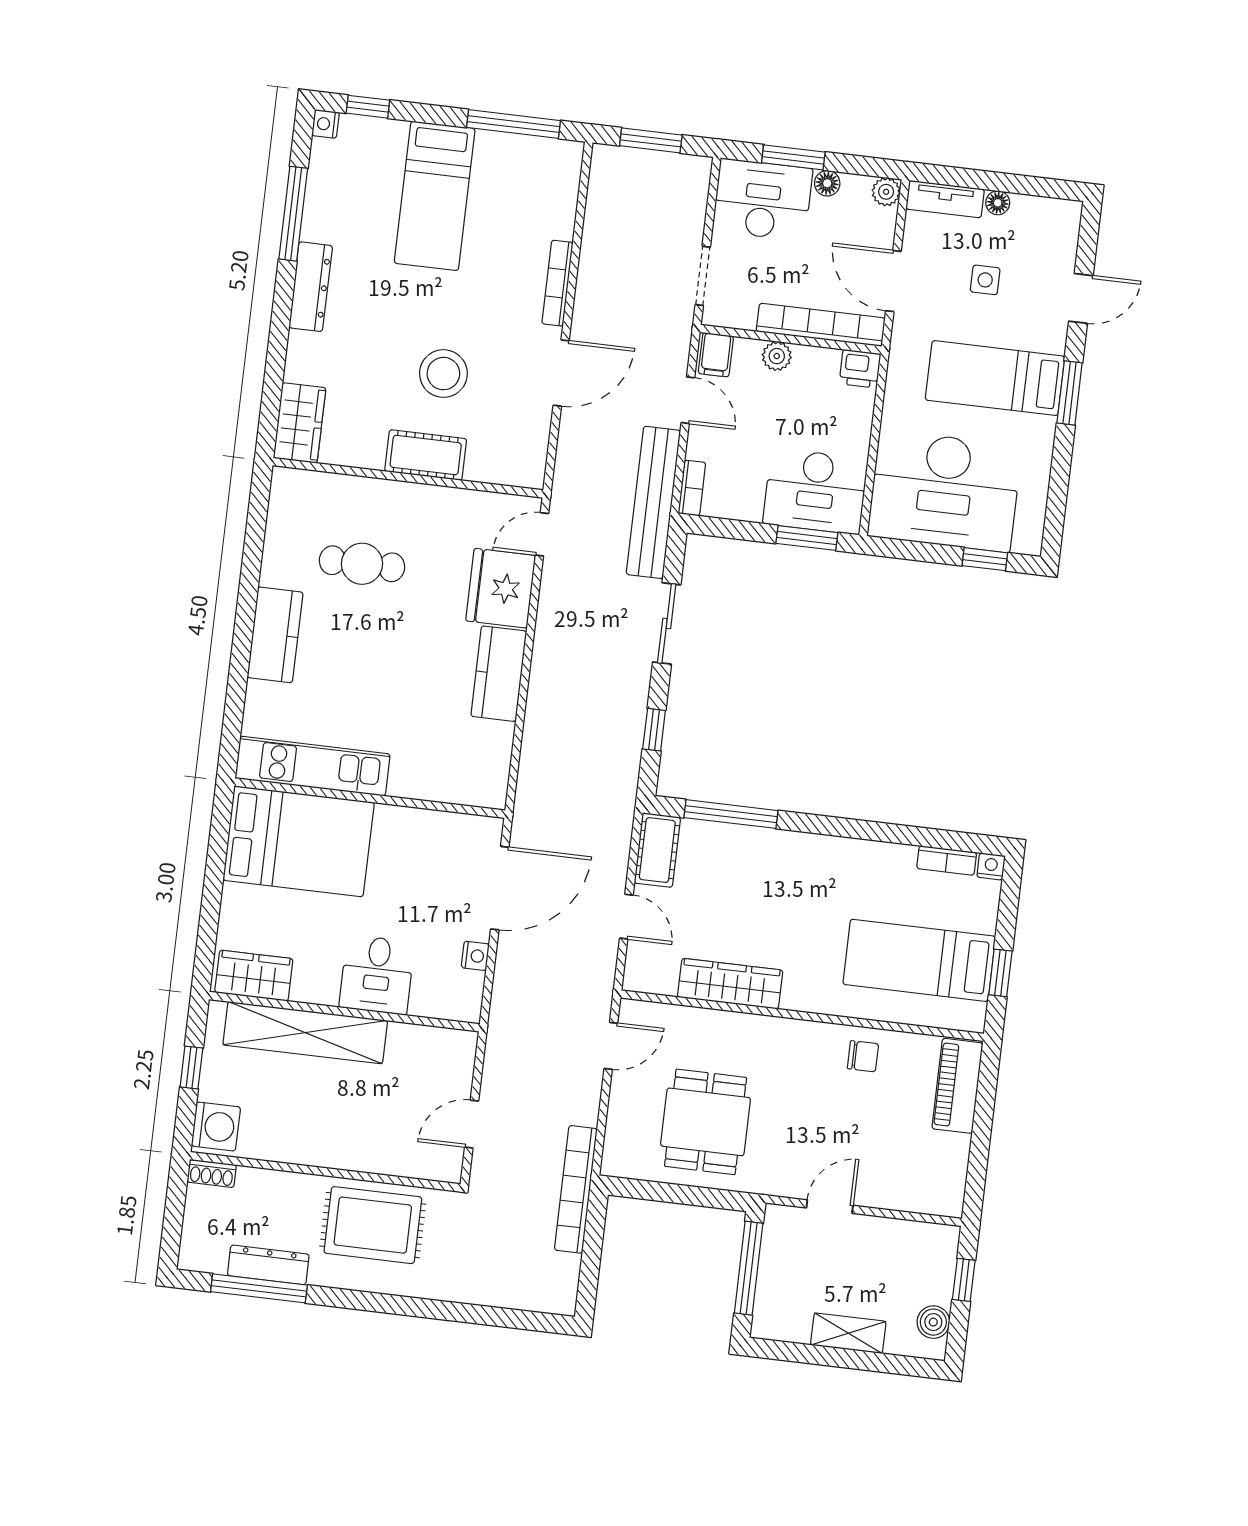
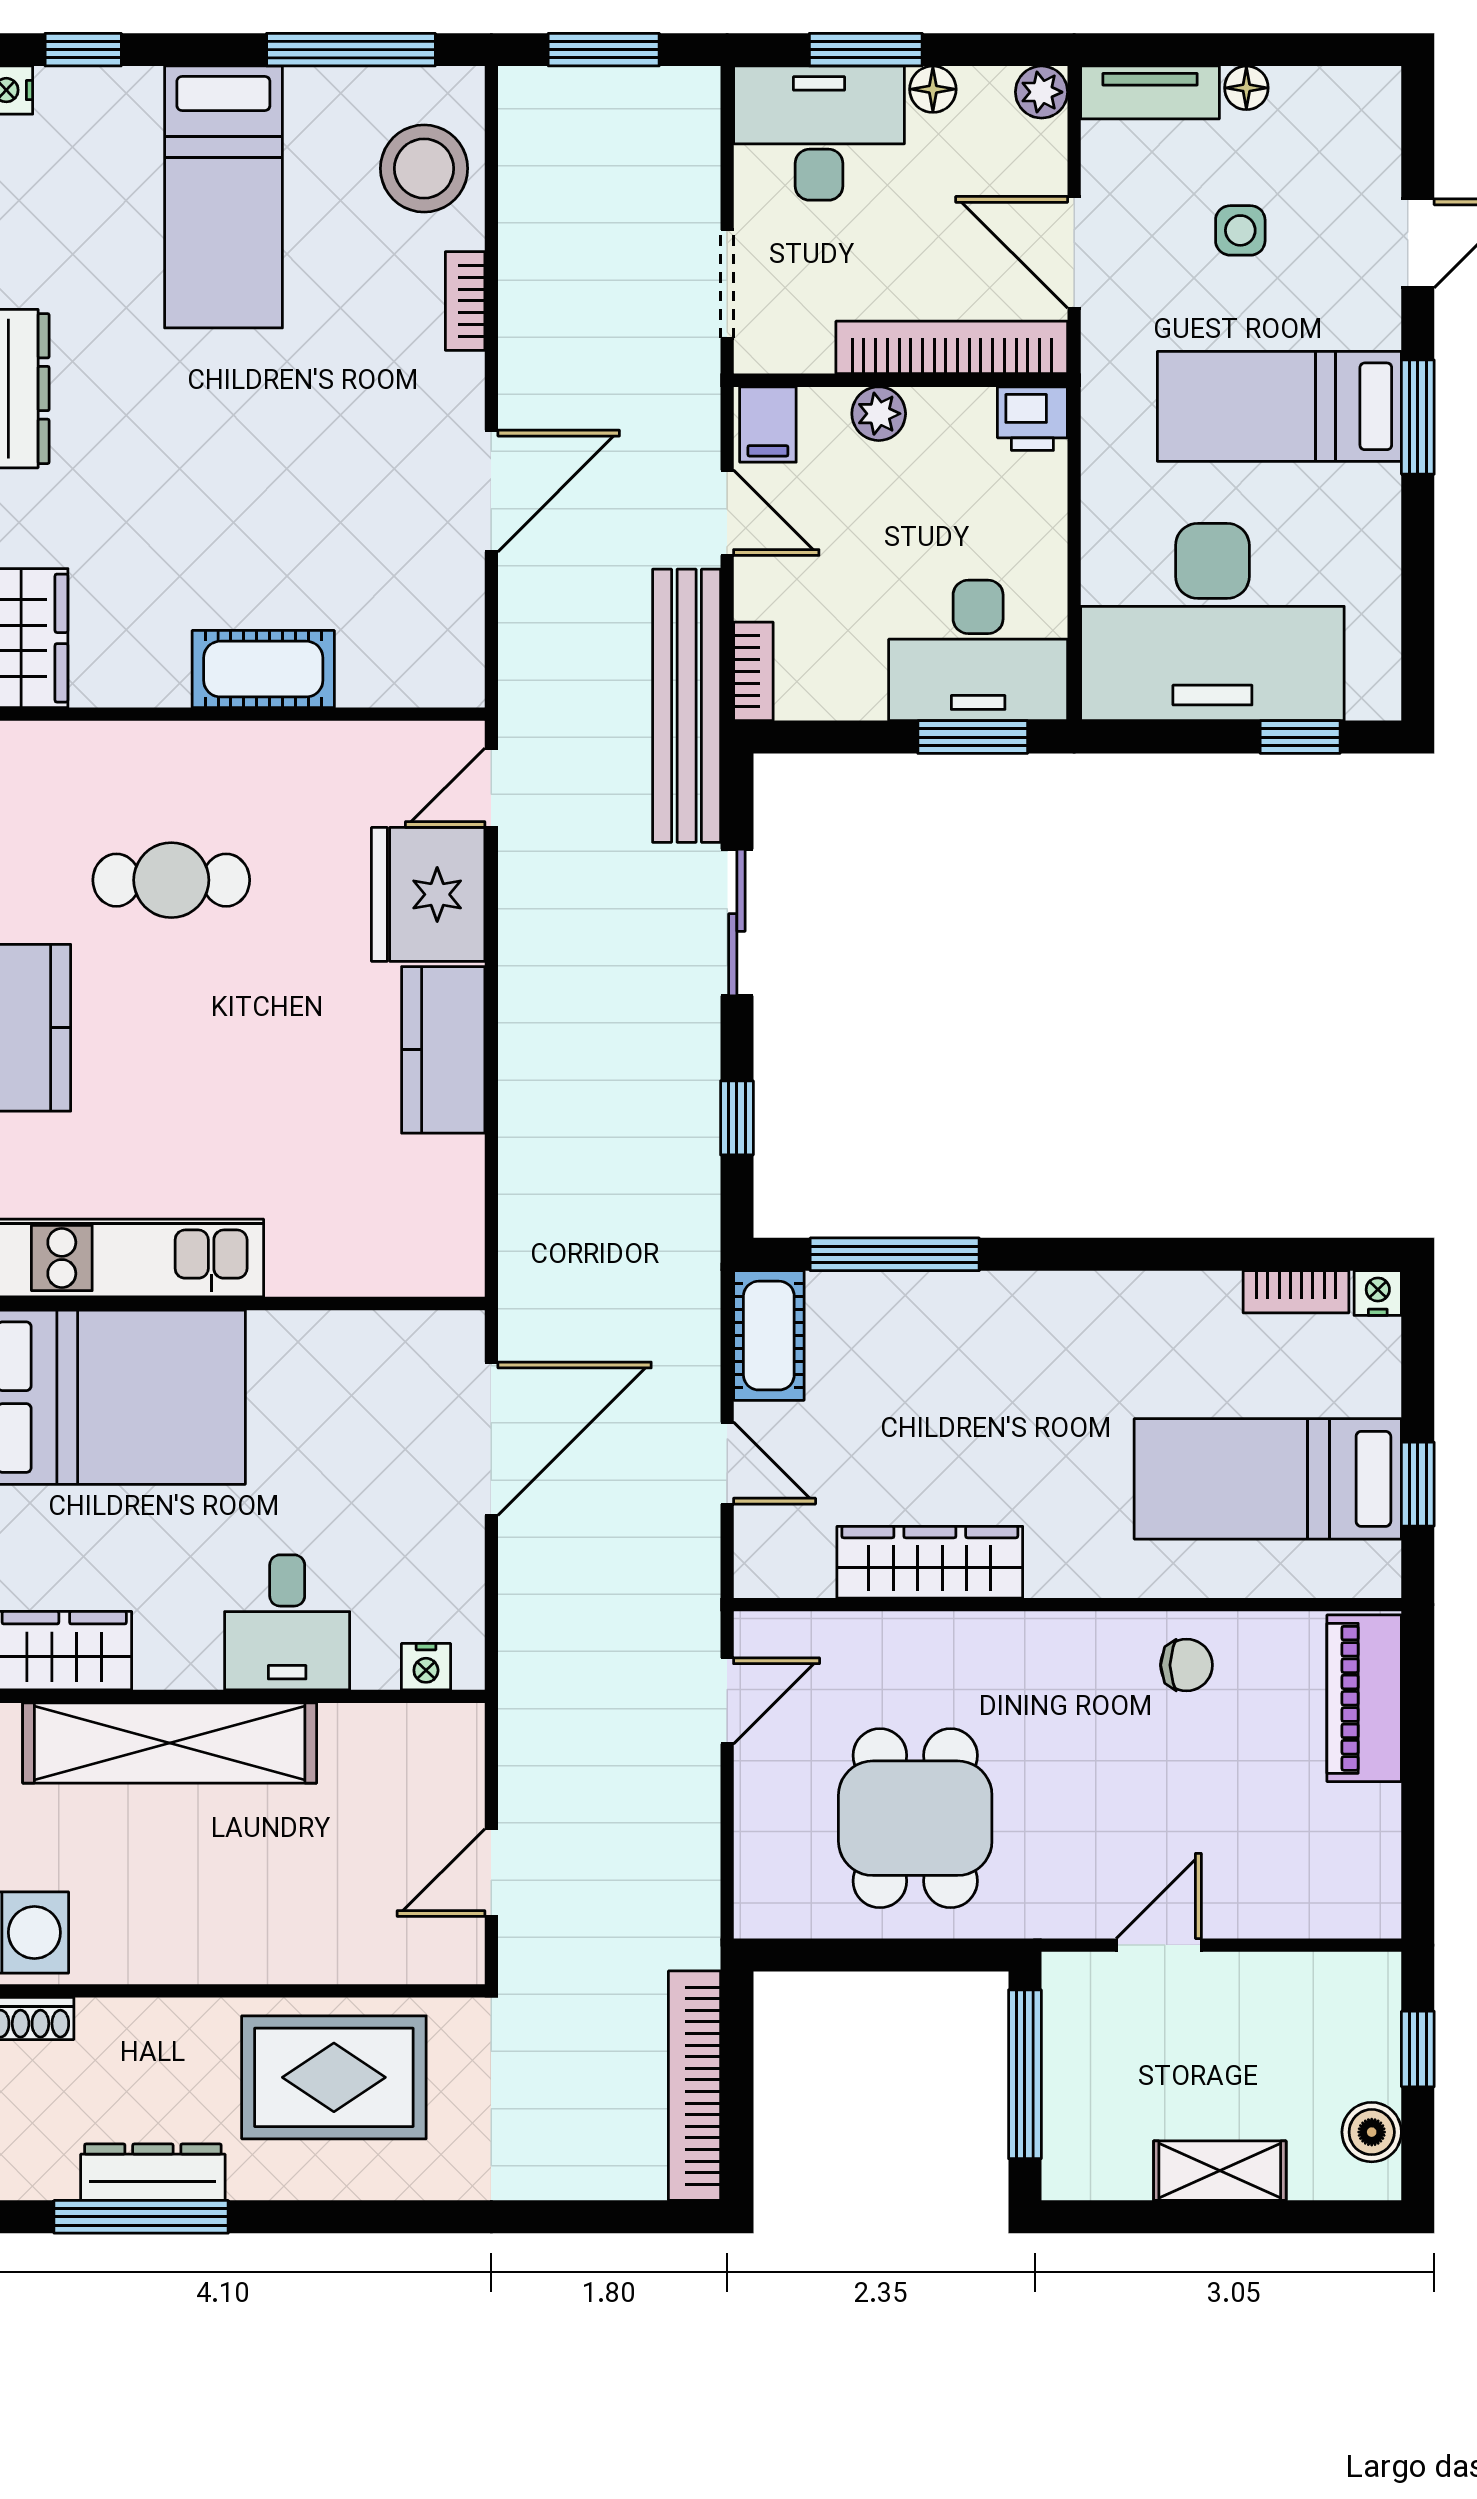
bookcase: (557, 283) -> (465, 301), width x0.64
stool: (443, 374) -> (424, 168), moved
nightstand: (475, 956) -> (426, 1667), moved, turned 90
bookcase: (576, 1189) -> (694, 2086), moved

